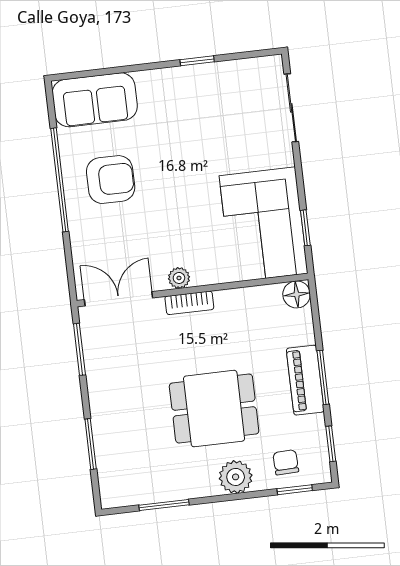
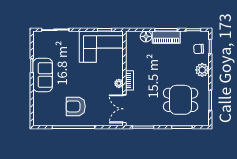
sofa: (95, 100) -> (43, 75), moved
armchair: (111, 180) -> (76, 106), turned -90
floor lamp: (297, 294) -> (146, 36), moved
dining table: (214, 409) -> (181, 100), moved, turned 90

